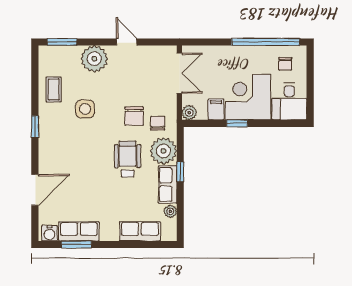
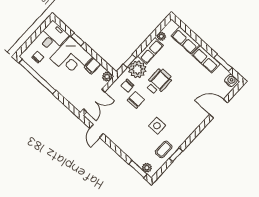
door: (127, 42) -> (96, 131), moved
plant: (94, 59) -> (147, 168), moved, width x0.53, depth x0.53
double door: (179, 73) -> (94, 100), swing flipped
window: (237, 123) -> (78, 39), moved
window: (35, 127) -> (176, 155), moved
wheelchair: (128, 159) -> (159, 82), turned 180
window: (180, 172) -> (130, 61), moved
row of seats: (79, 231) -> (206, 59), moved

